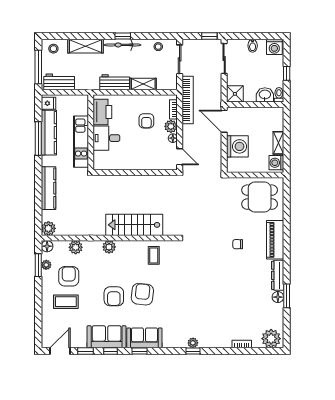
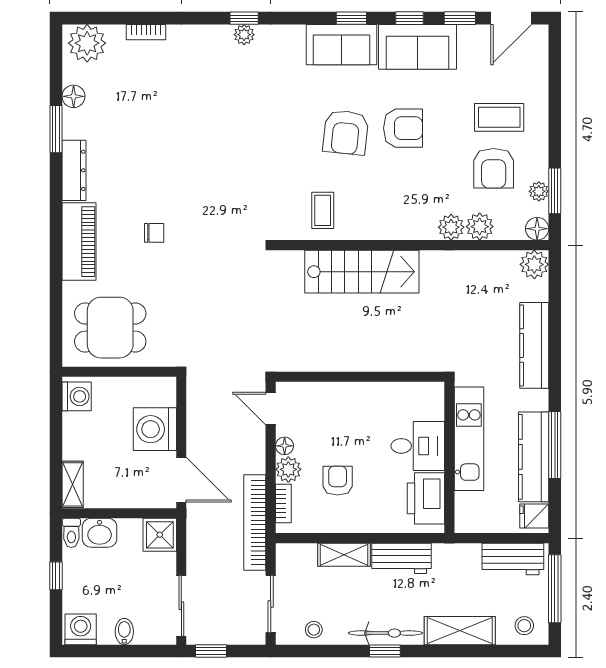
shelving: (278, 143) -> (73, 484), moved
plant: (109, 247) -> (451, 227), moved
armchair: (114, 296) -> (403, 128), turned 90
floor lamp: (278, 297) -> (74, 96), moved

